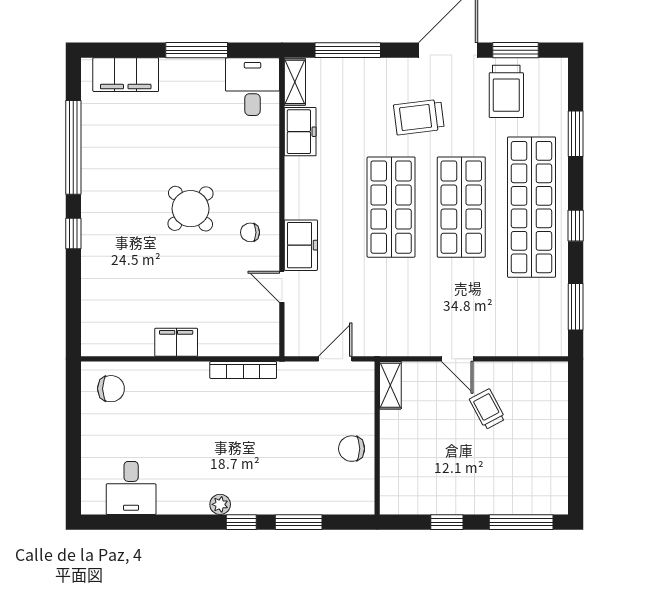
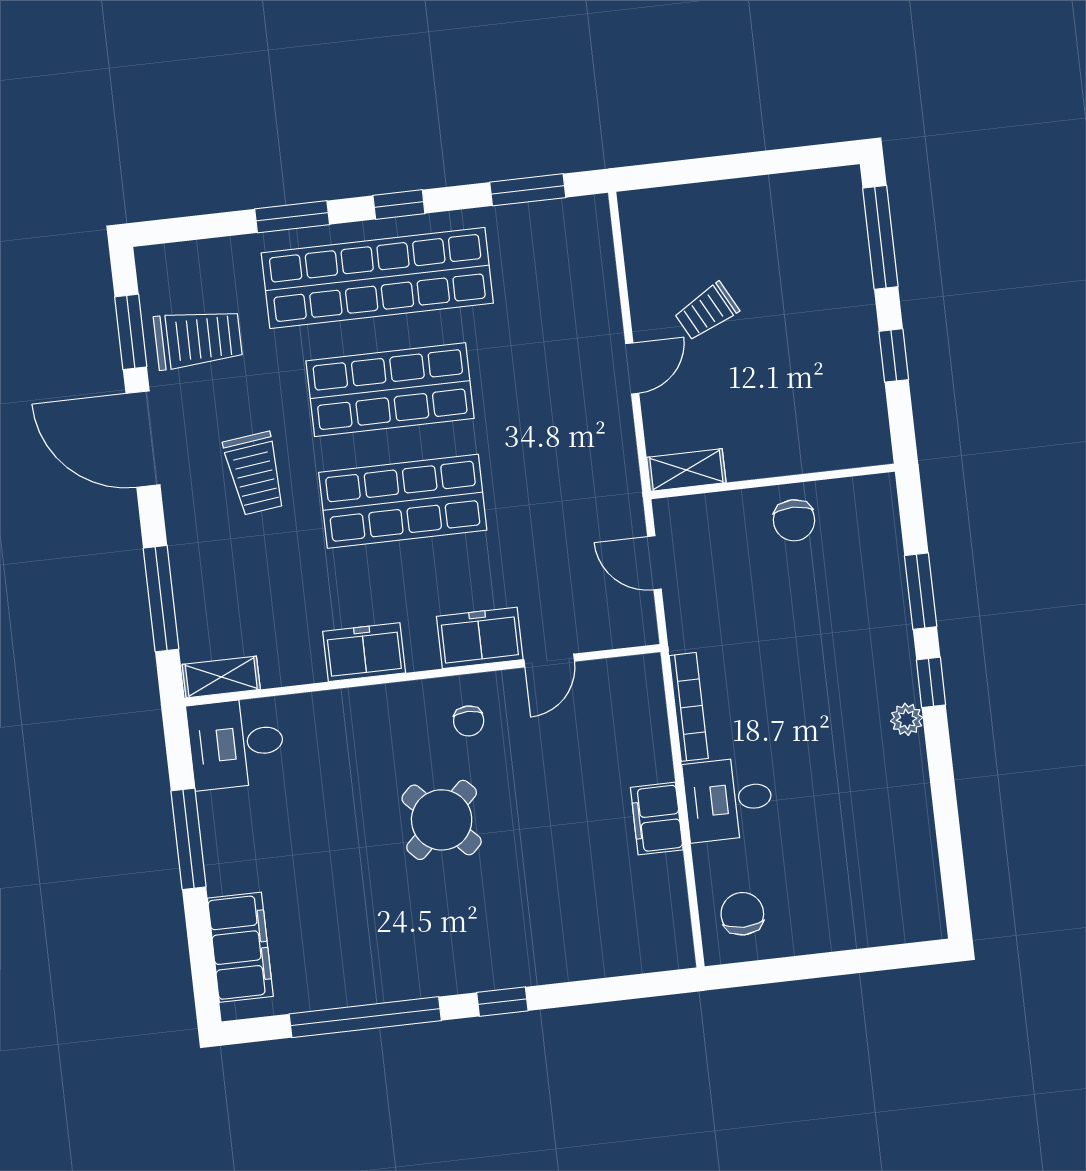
freezer: (300, 132) -> (364, 652), moved
window: (576, 134) -> (292, 217), moved
desk: (131, 488) -> (728, 799), moved, turned 180

